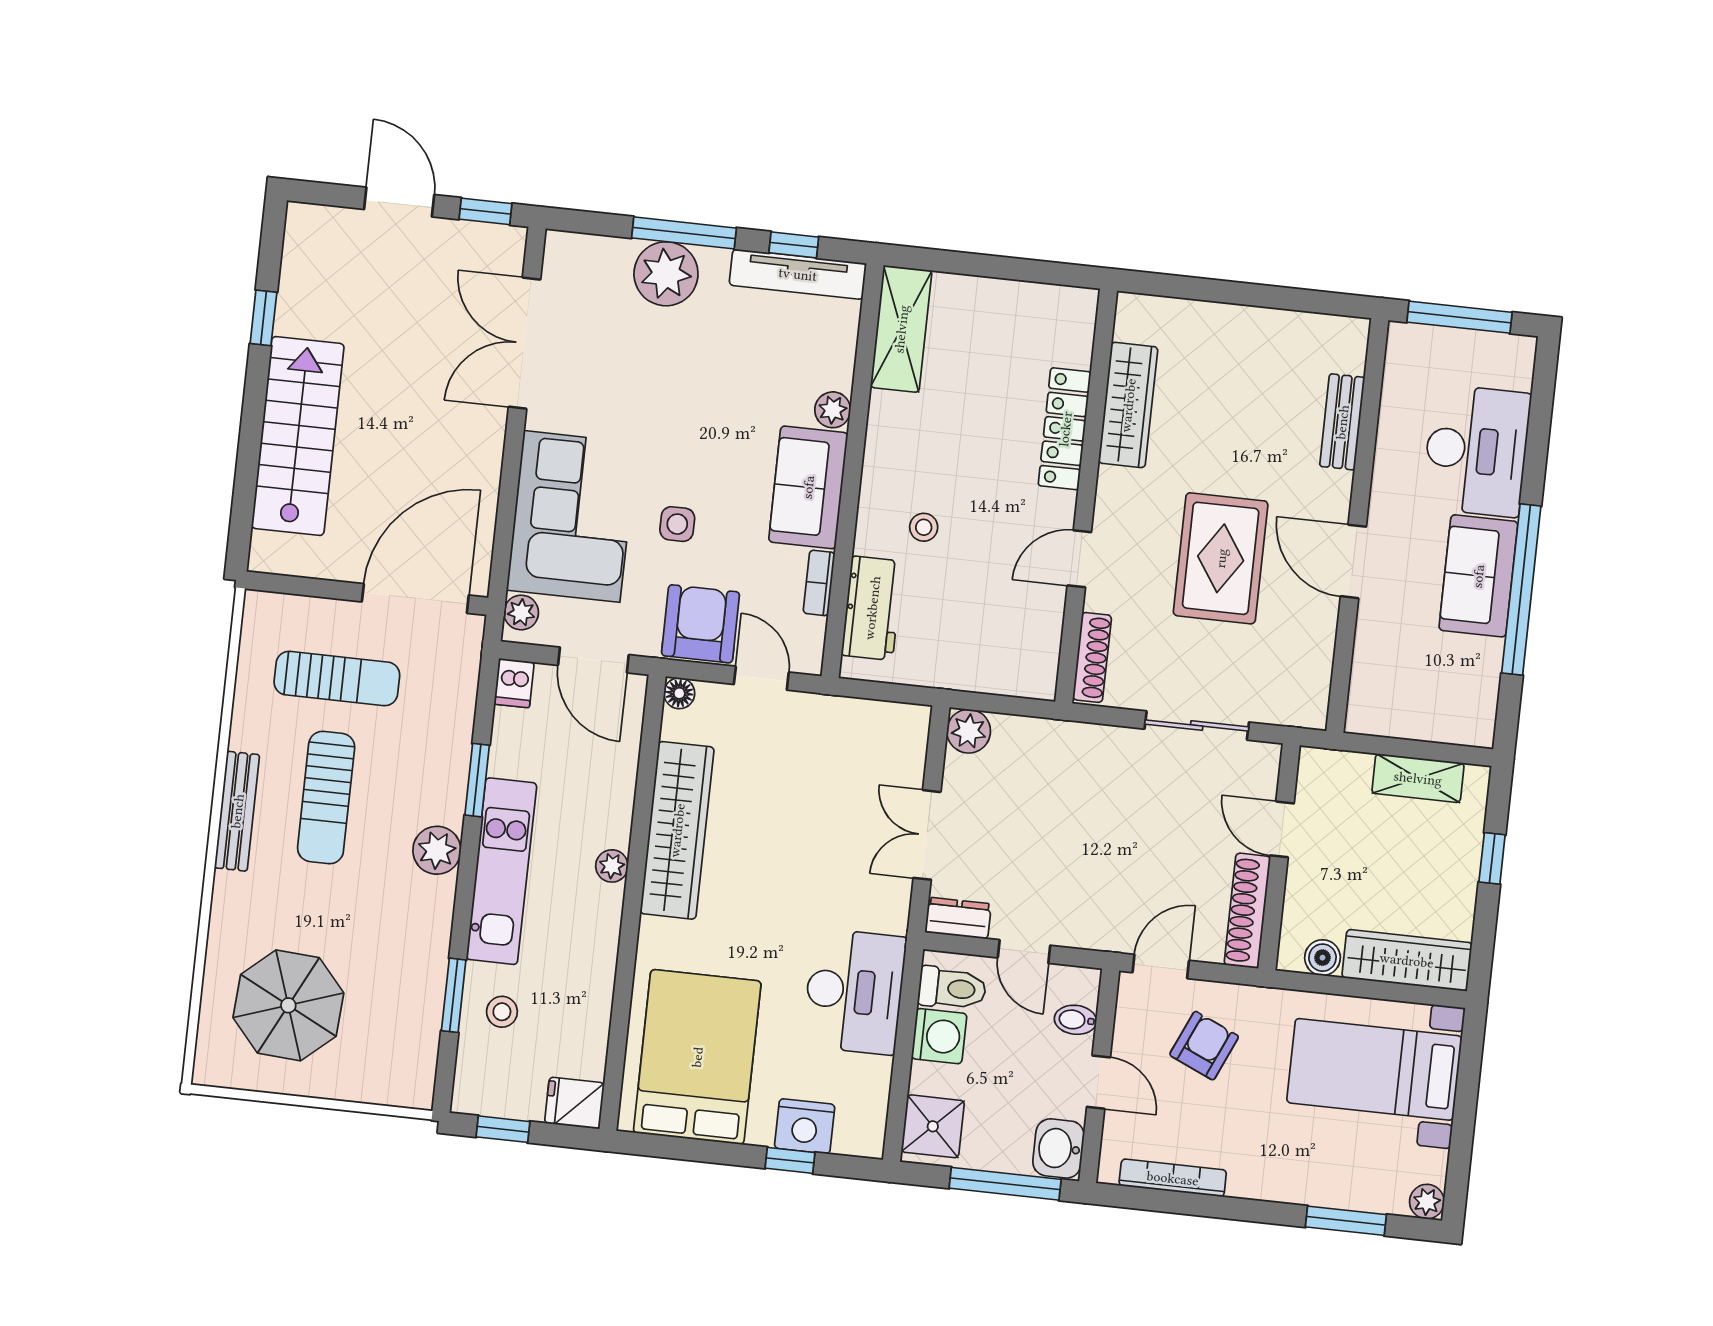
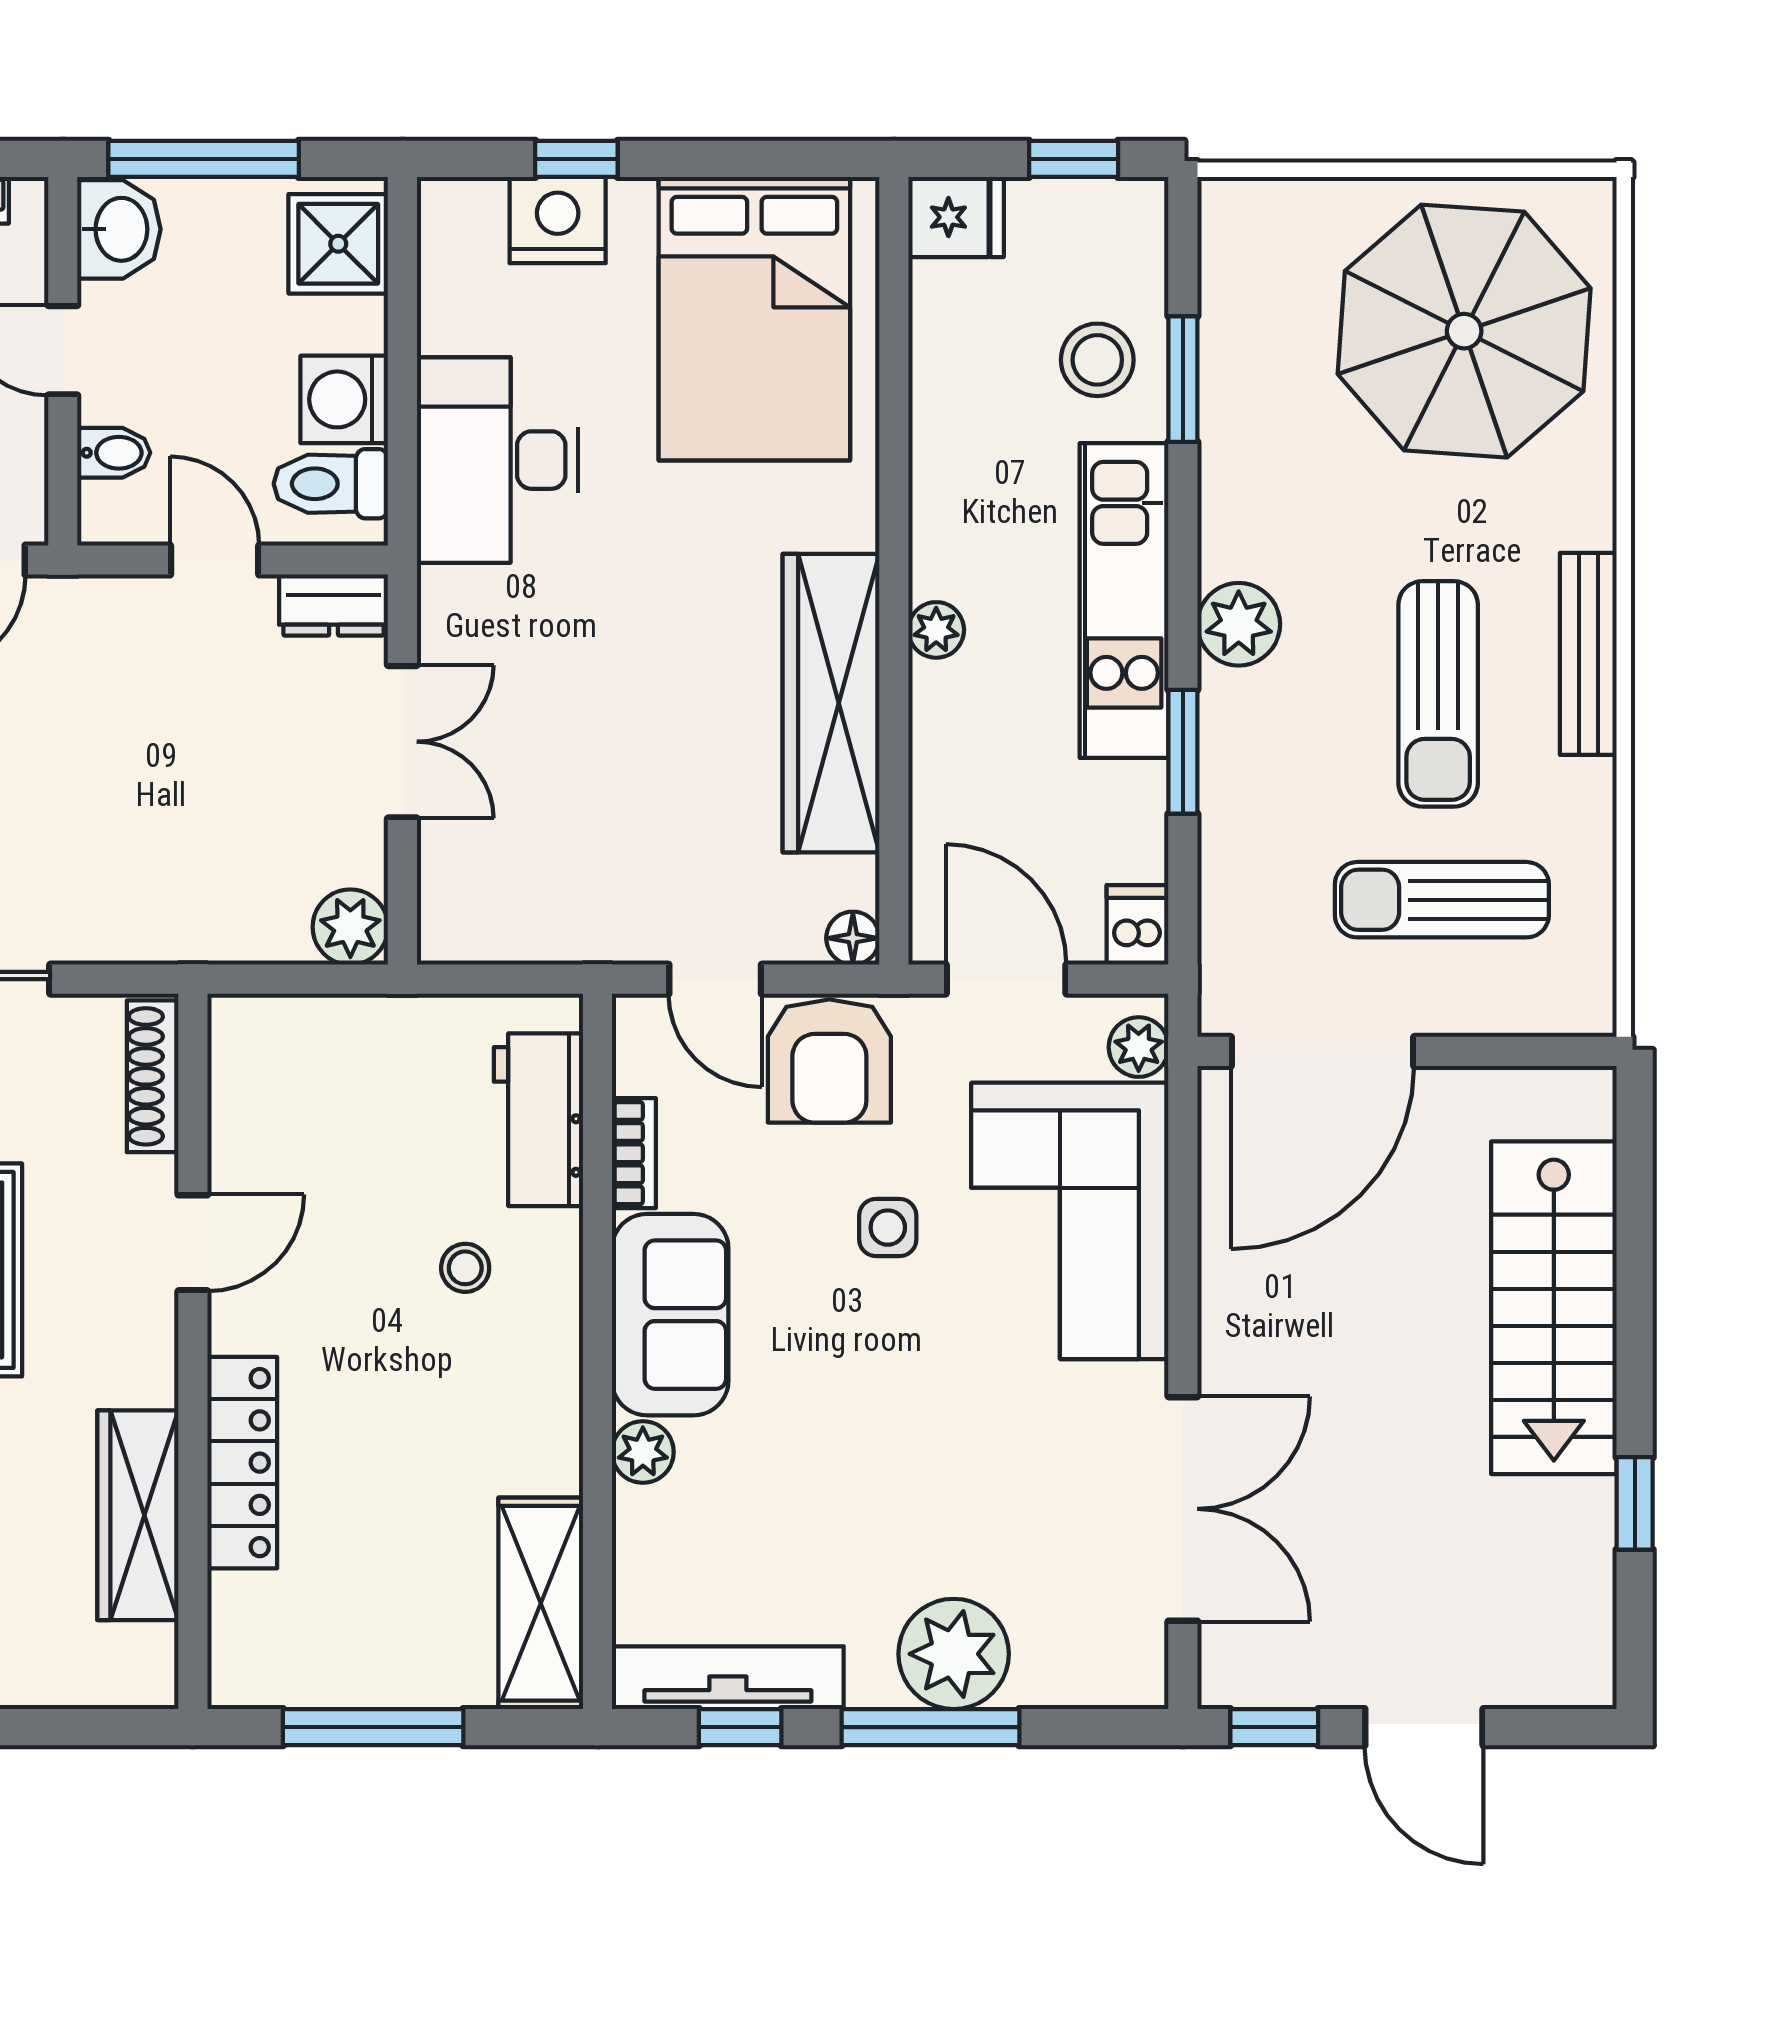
window: (1006, 268) -> (373, 1727), added
sun lounger: (326, 798) -> (1438, 694), turned 180
parasol: (288, 1005) -> (1464, 331), width x1.36, depth x1.36
stool: (502, 1012) -> (1097, 360), width x1.37, depth x1.37

